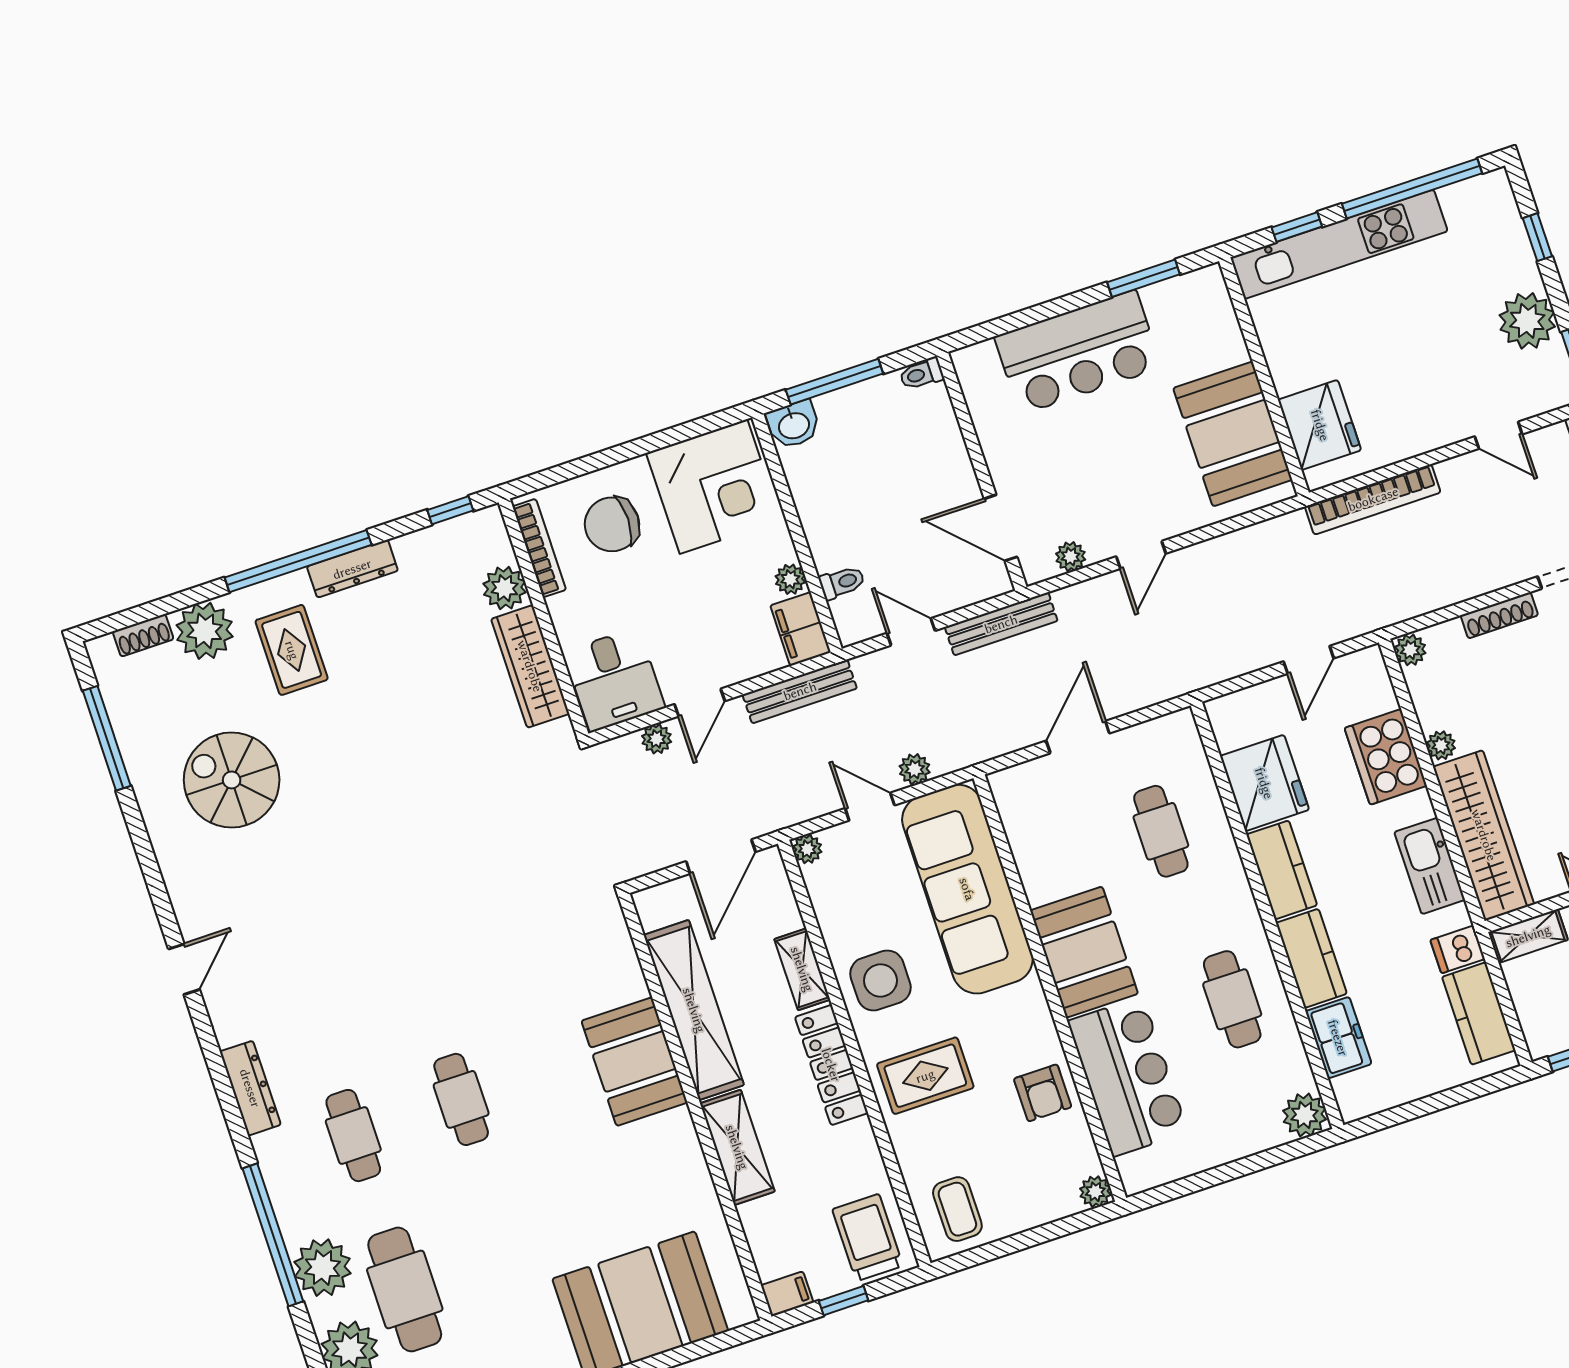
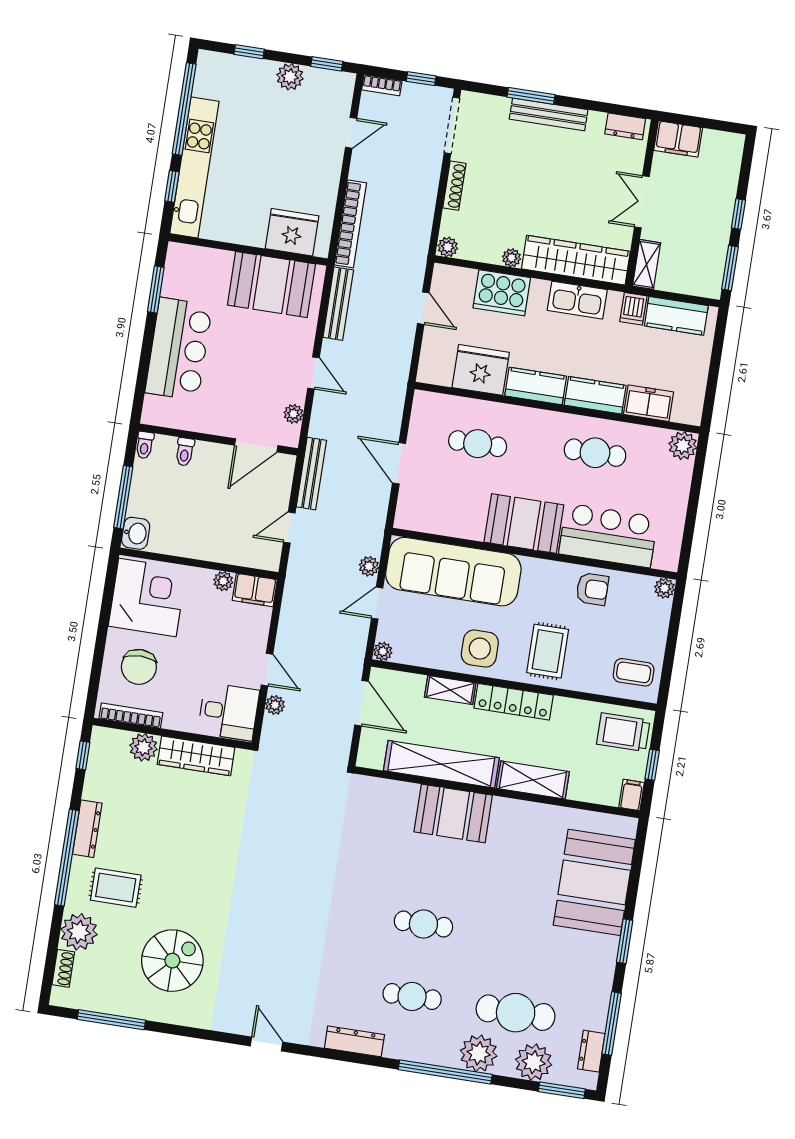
plant: (1527, 321) -> (290, 77), width x0.73, depth x0.73
toilet: (842, 582) -> (185, 452), moved, turned 180
bench: (800, 691) -> (338, 304), moved
spiral stairs: (232, 780) -> (172, 961), turned 180

